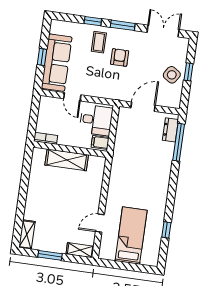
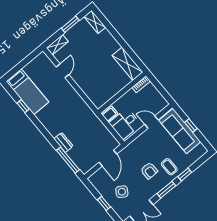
side table: (172, 75) -> (122, 192), moved
dresser: (170, 130) -> (63, 142), moved
shelving: (67, 160) -> (127, 64), moved, turned 90
bed: (131, 236) -> (27, 92), moved

